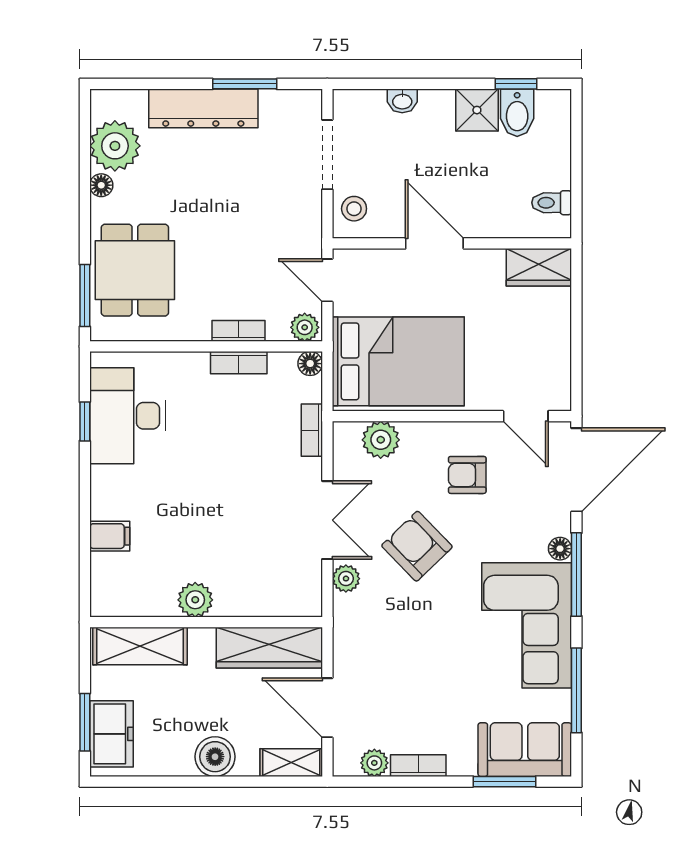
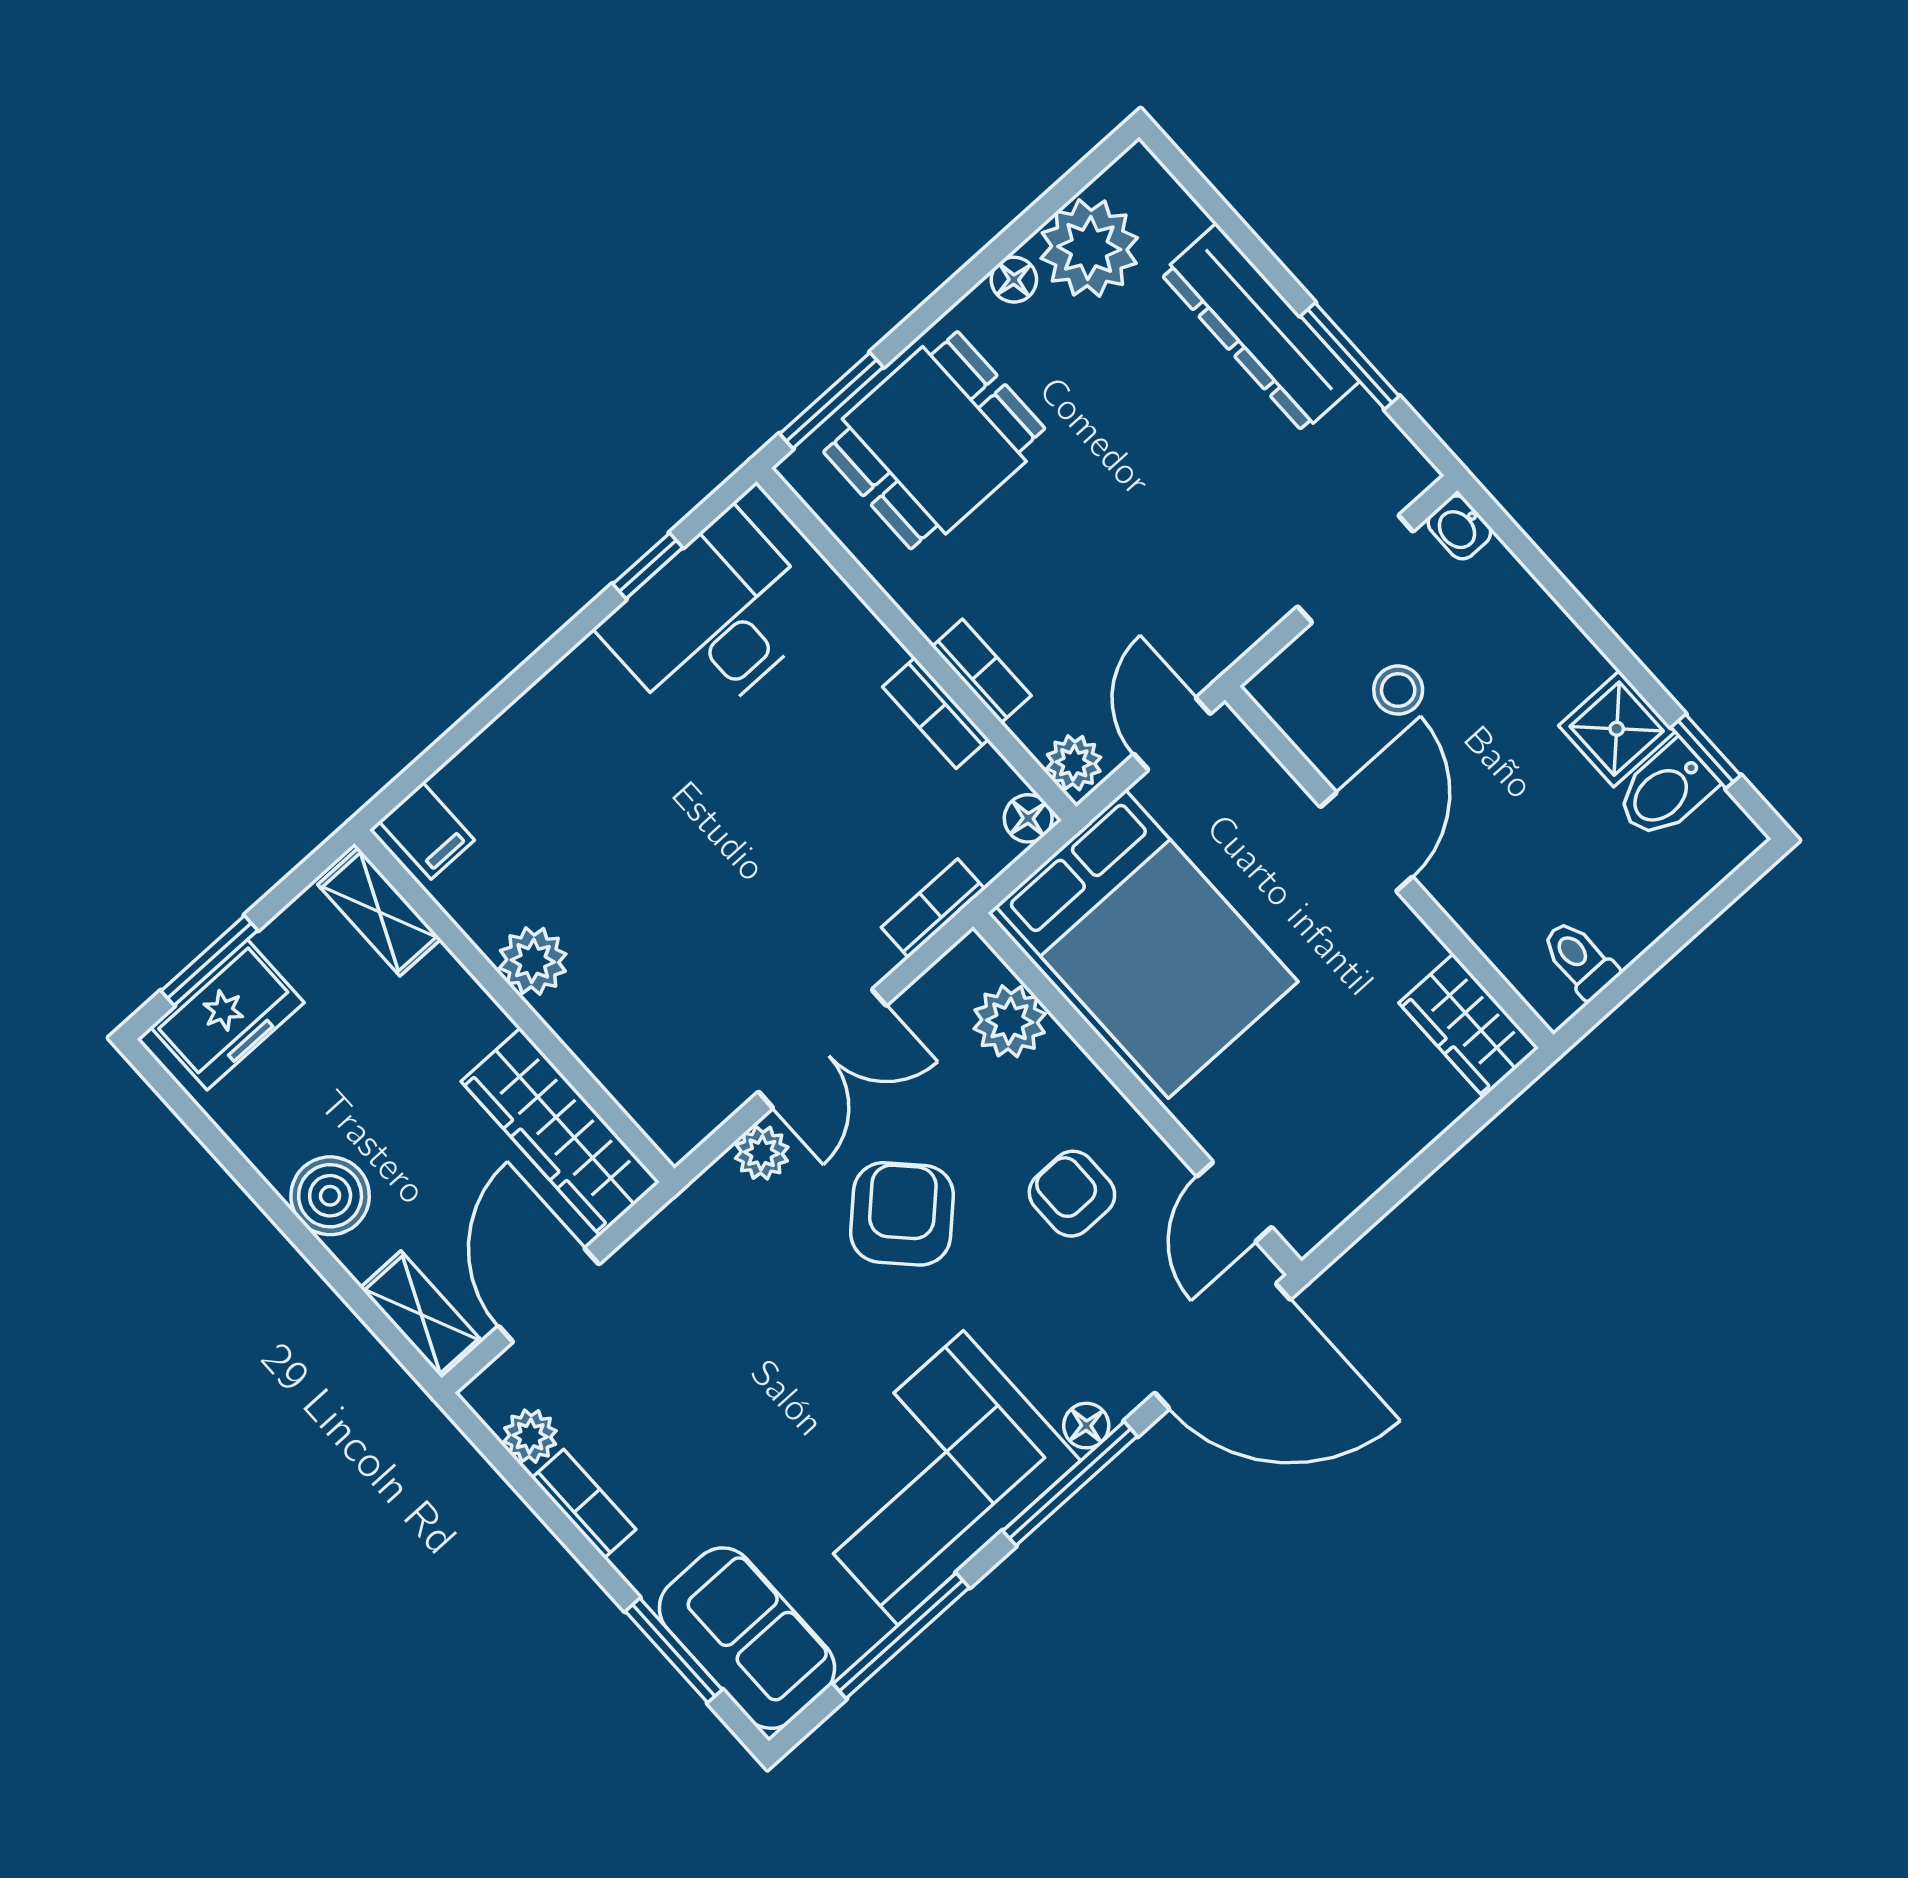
washbasin: (402, 101) -> (1459, 527), moved
stool: (354, 209) -> (1398, 690), moved
filing cabinet: (110, 536) -> (427, 831), moved
shelving: (140, 646) -> (379, 912), width x0.67, depth x0.75

